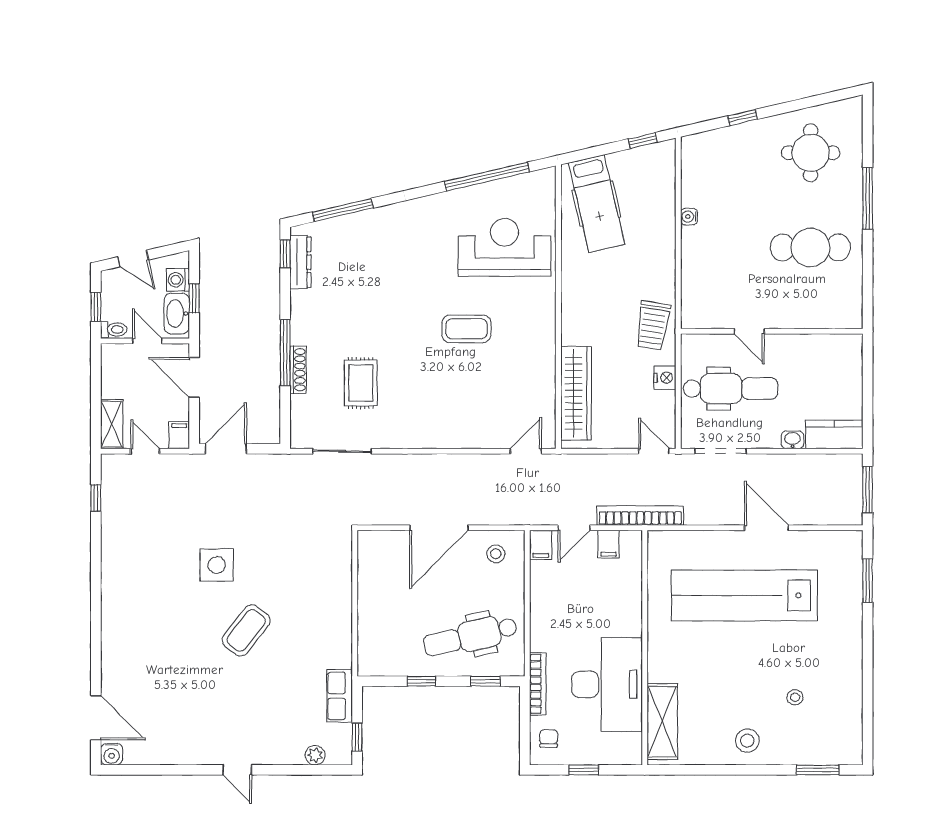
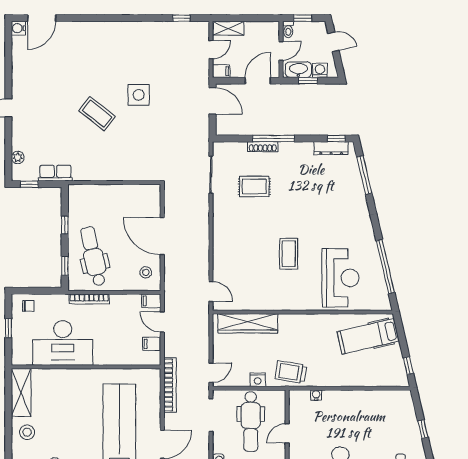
water cooler: (689, 217) -> (316, 395), moved
door: (133, 258) -> (333, 42), swing flipped
bookcase: (640, 516) -> (170, 385), moved
bookcase: (538, 684) -> (89, 299), moved
shelving: (662, 722) -> (21, 393), moved, turned 90

